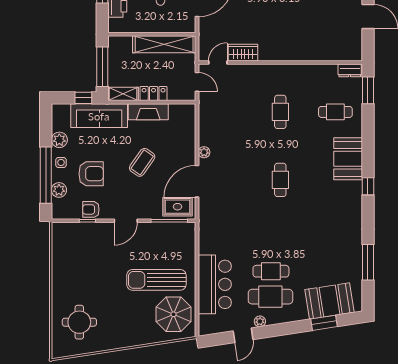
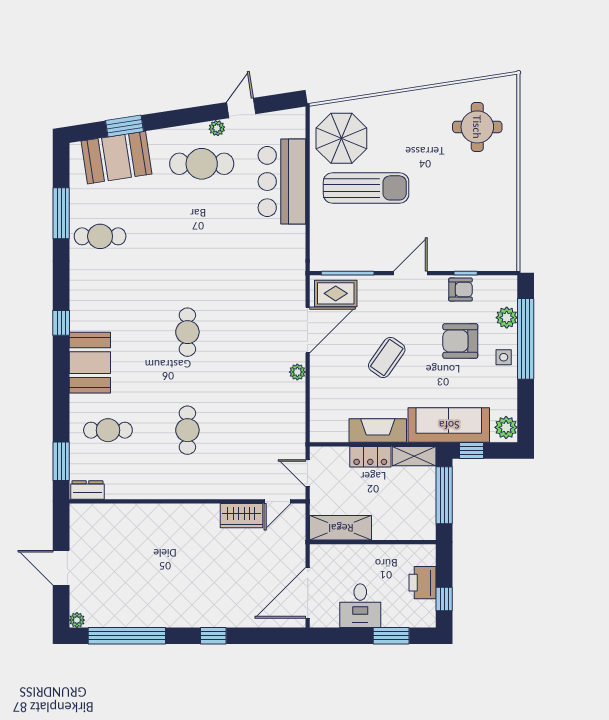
shelving: (164, 44) -> (341, 528), width x0.68
plant: (59, 140) -> (506, 427), moved
cafe table: (271, 271) -> (100, 236), moved

